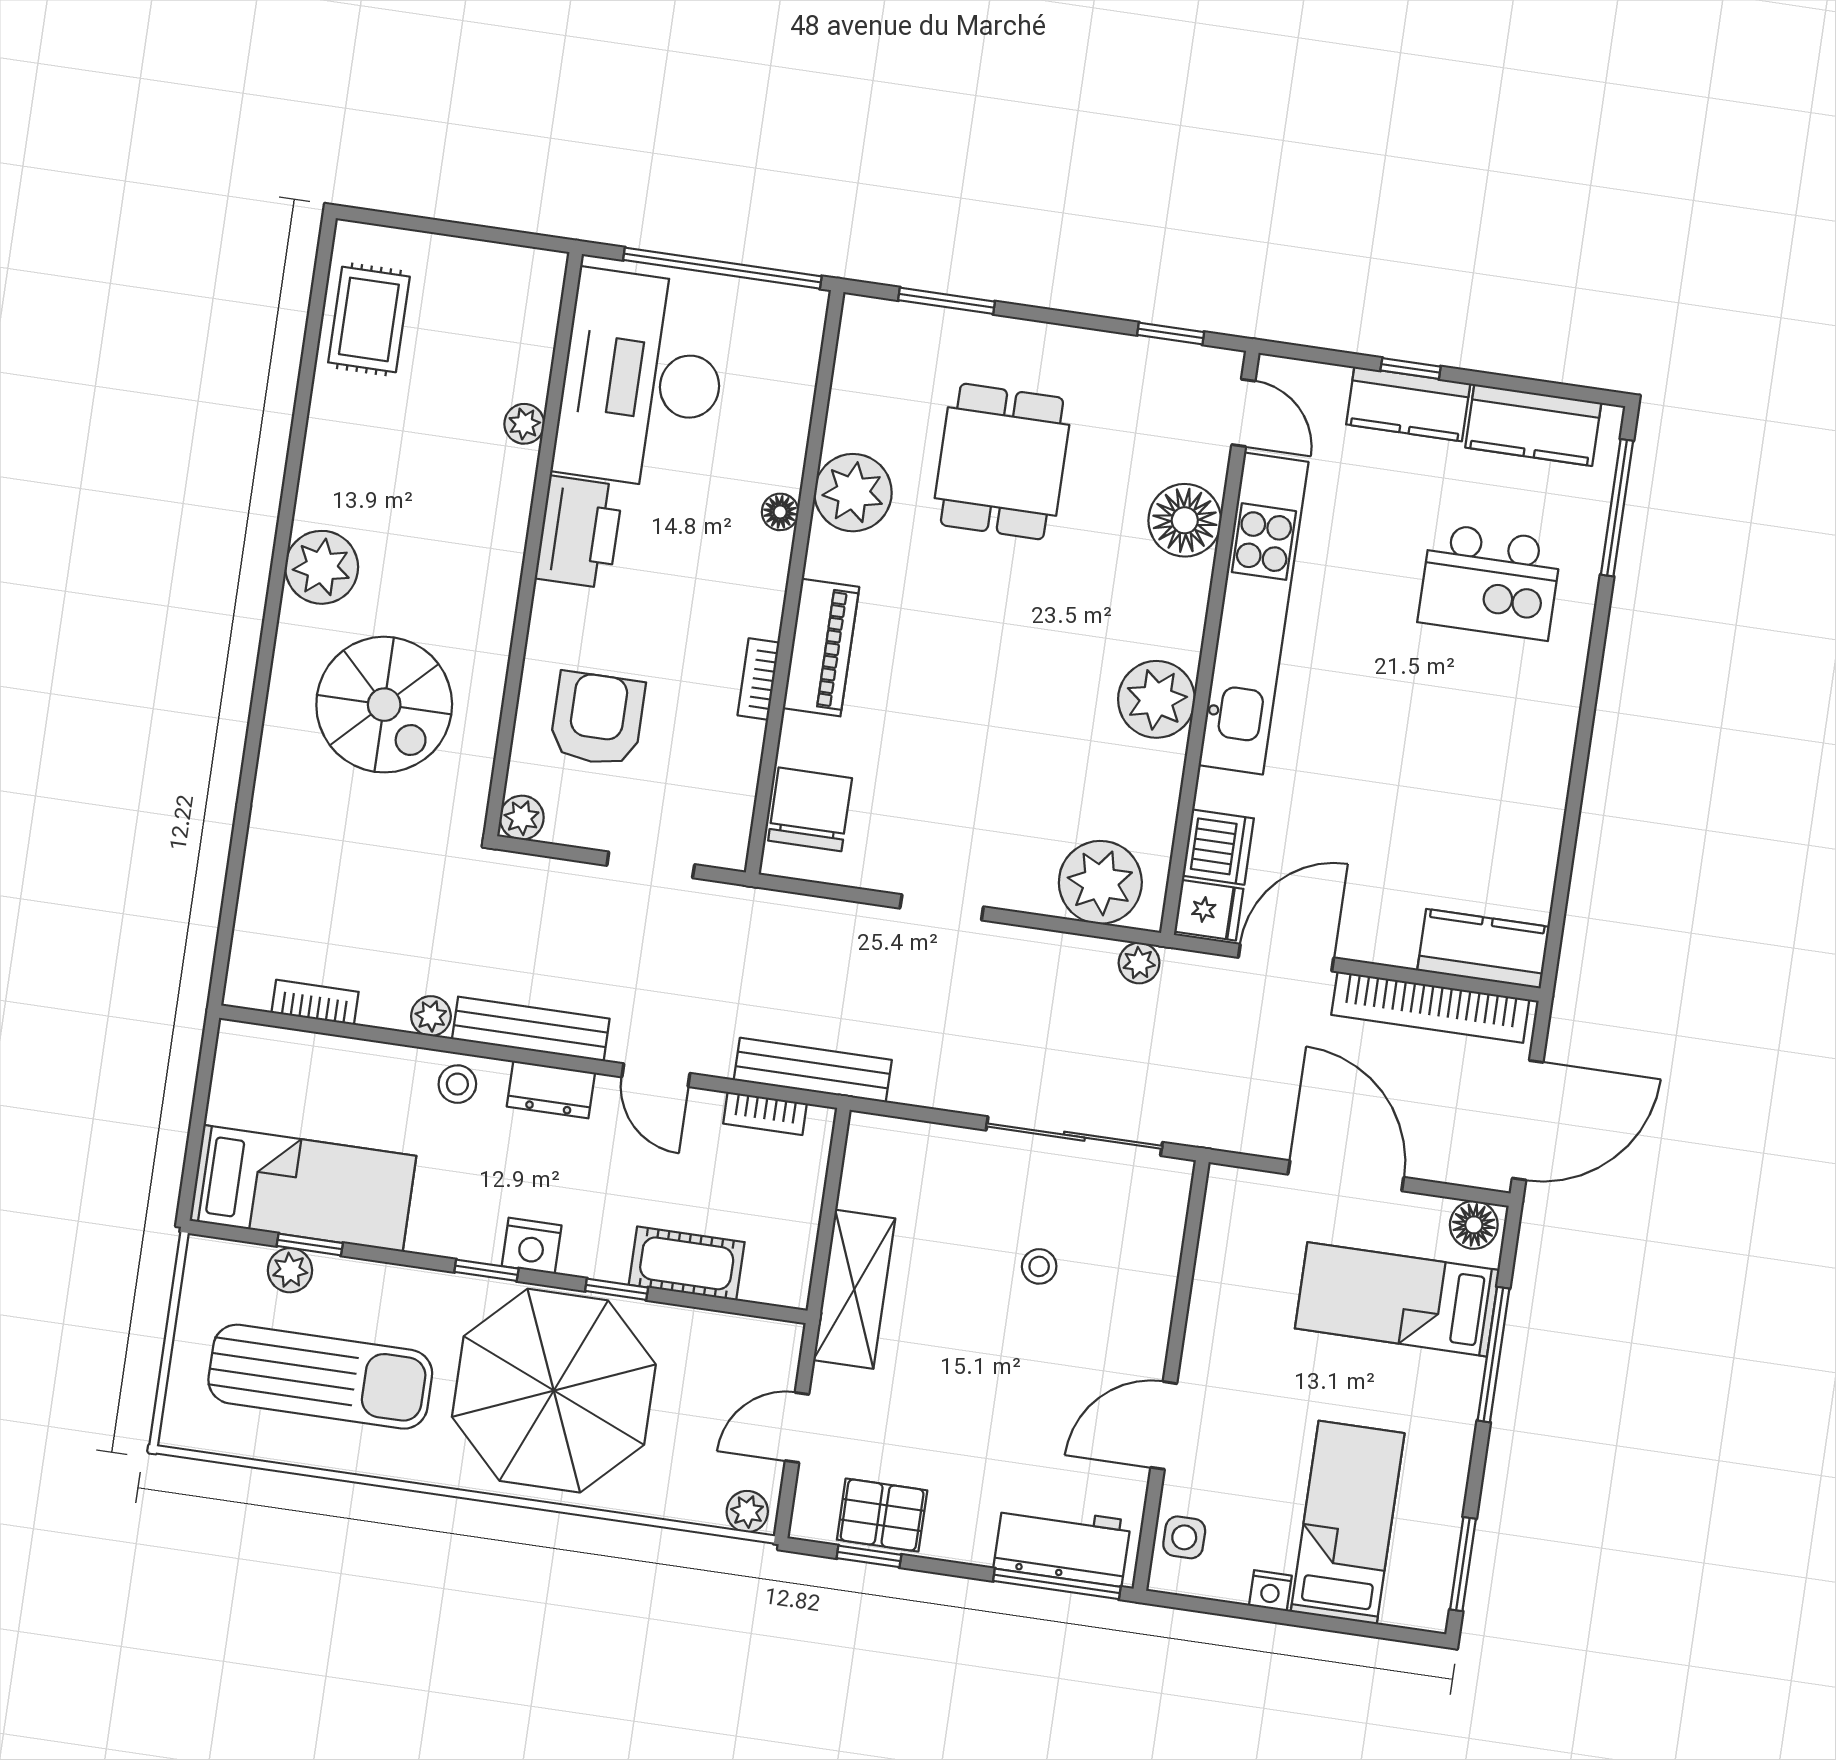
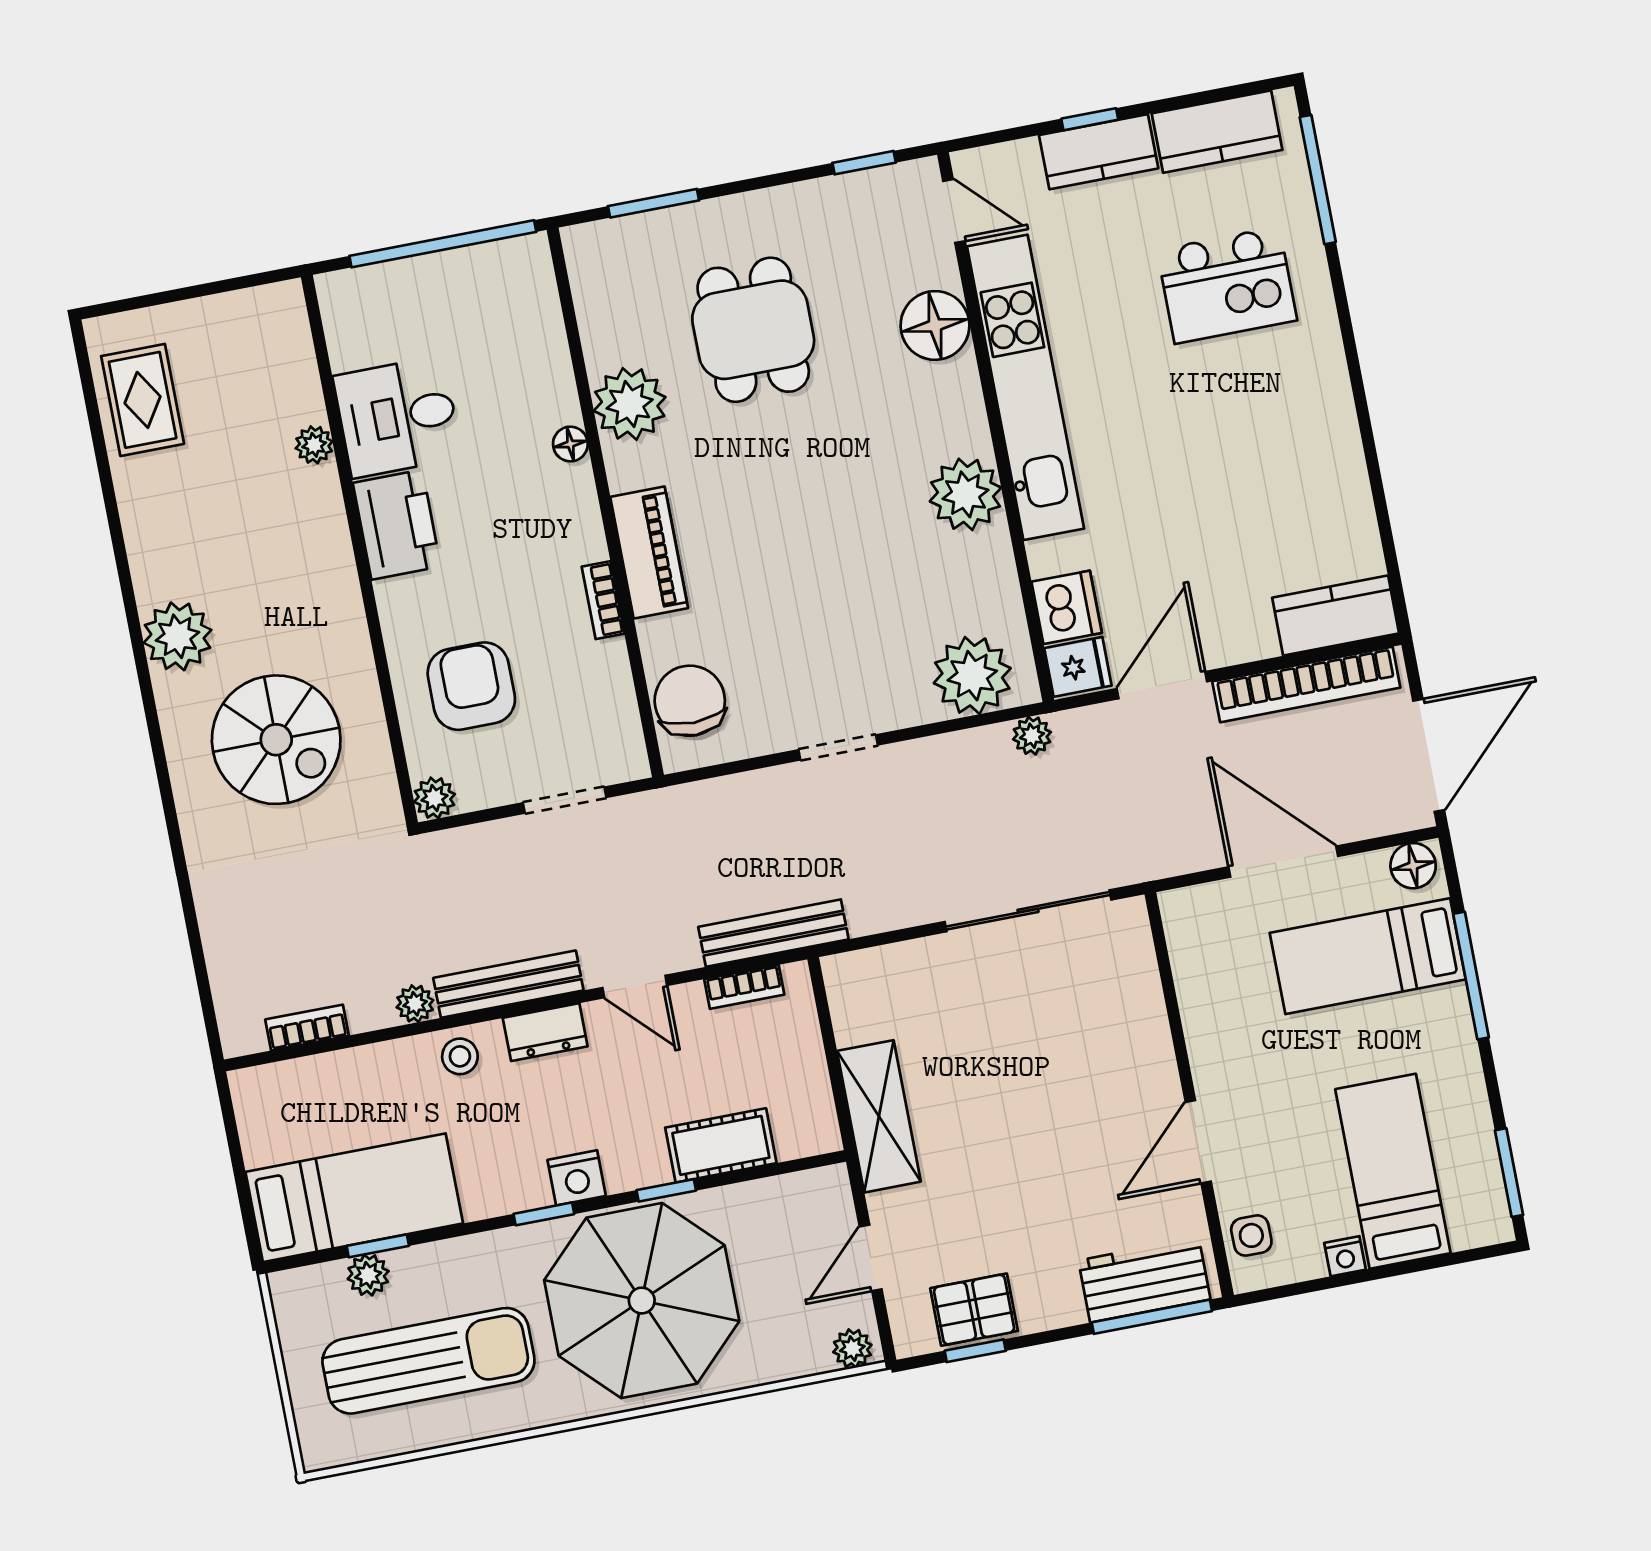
desk: (642, 380) -> (398, 417), width x0.53, depth x0.77
stool: (1039, 1266) -> (1037, 1038), removed

